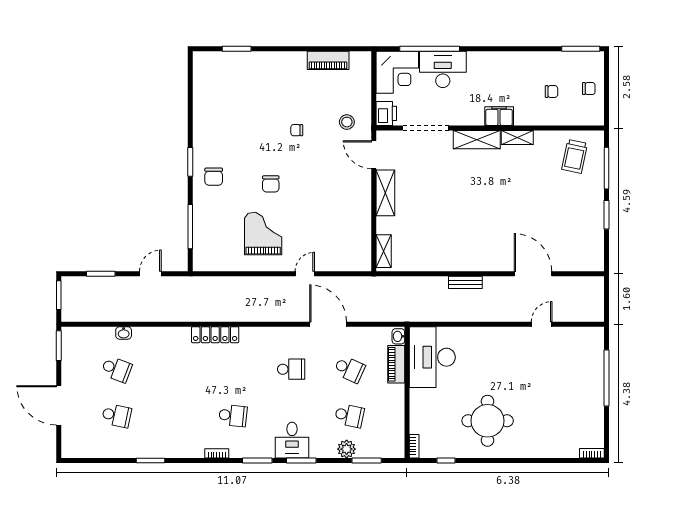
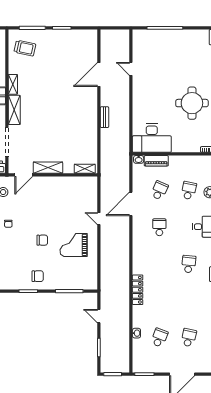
locker: (215, 335) -> (138, 290), moved

